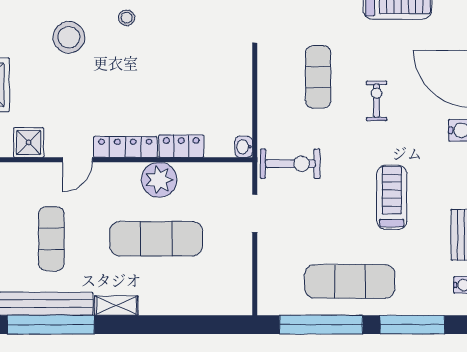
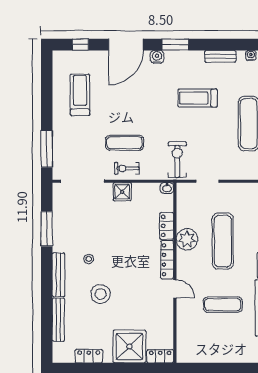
exercise bike: (377, 101) -> (127, 168), moved
shower: (29, 142) -> (122, 192), moved

